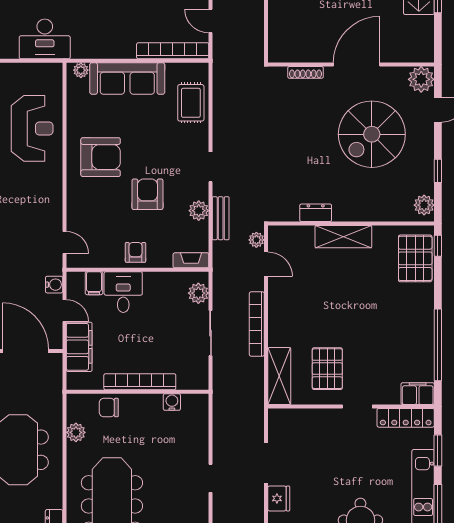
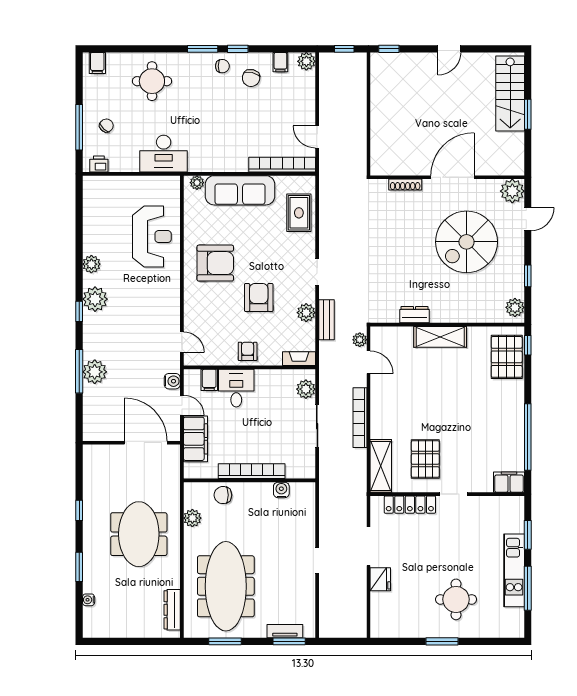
locker: (406, 418) -> (410, 505), moved

